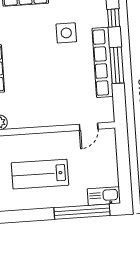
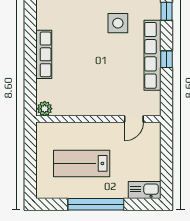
window: (117, 65) -> (166, 59), width x0.46
window: (82, 212) -> (96, 204), moved

